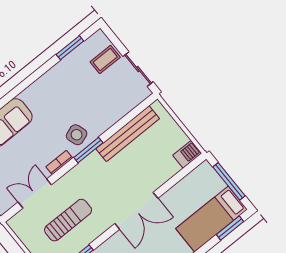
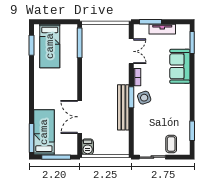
bench: (128, 134) -> (123, 107), moved
double door: (136, 211) -> (80, 117), moved
sun lounger: (68, 220) -> (104, 57), removed
window: (230, 228) -> (31, 138), width x1.44

